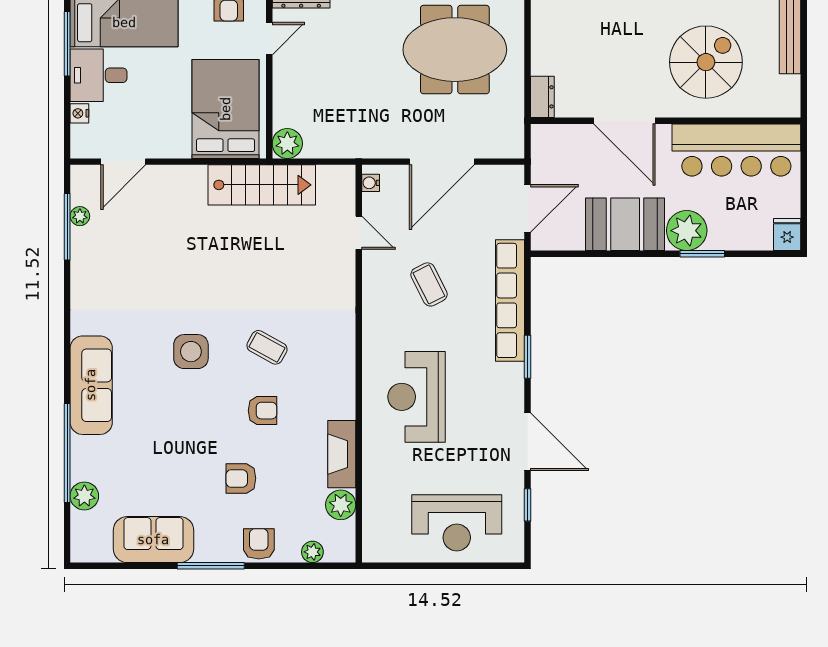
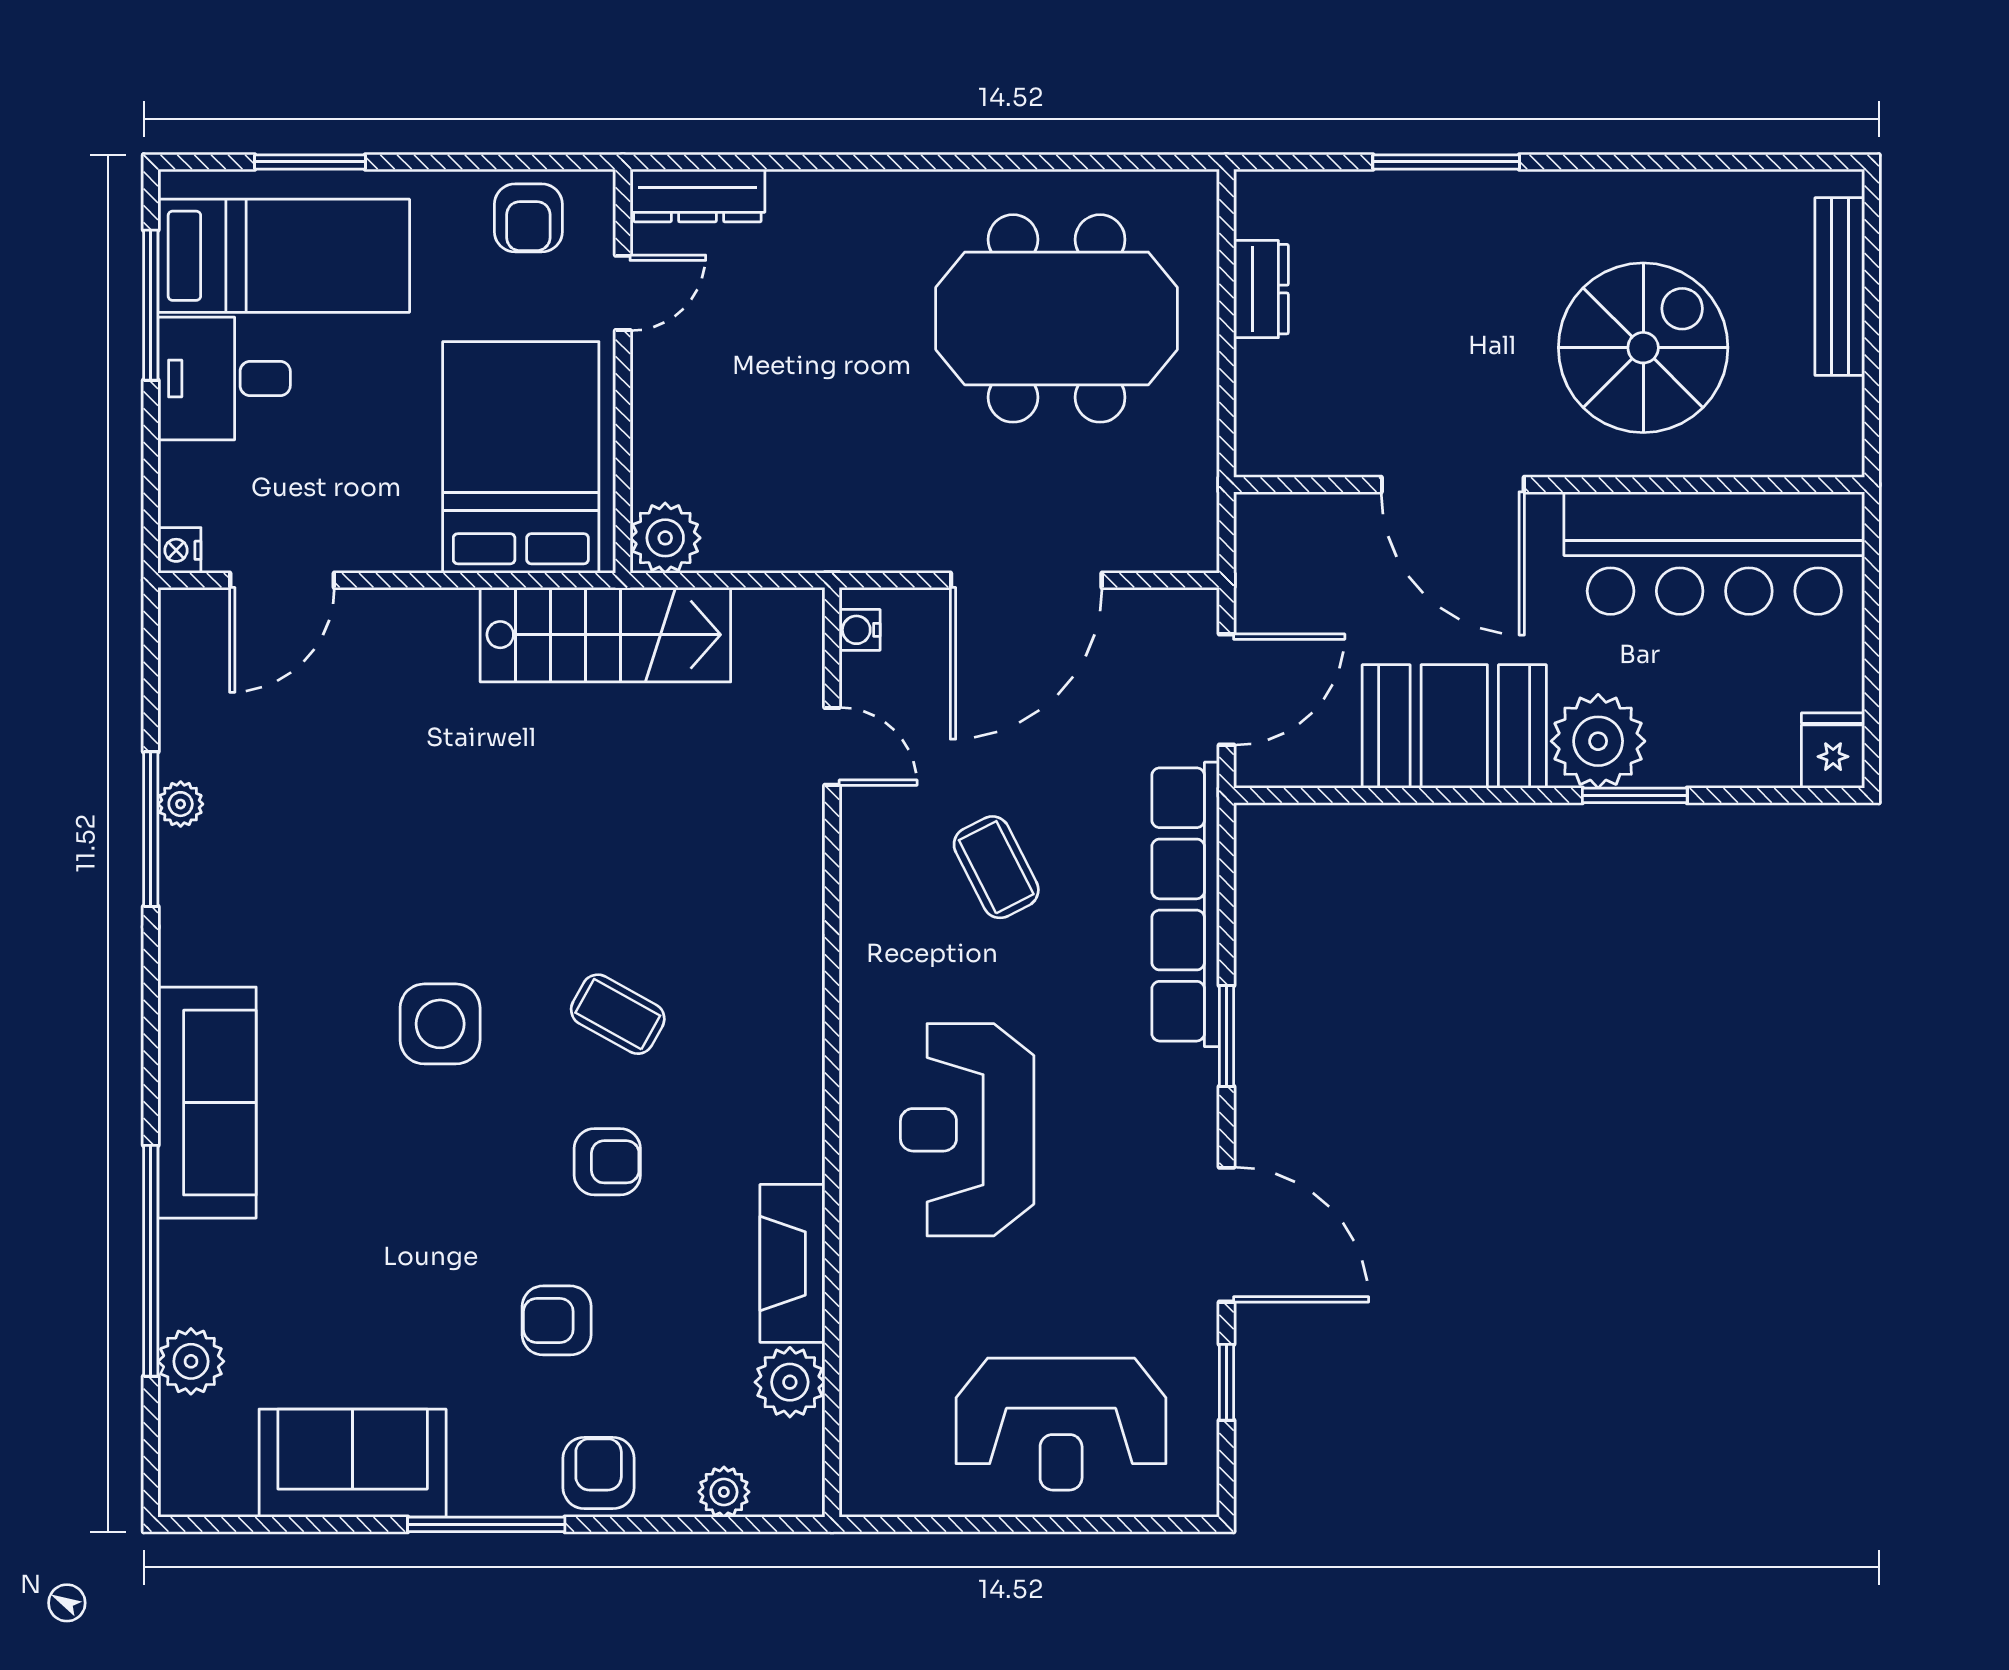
dresser: (542, 97) -> (1261, 289), moved
nightstand: (79, 113) -> (179, 550), moved
plant: (80, 216) -> (181, 804), moved
window: (67, 227) -> (151, 829), moved

